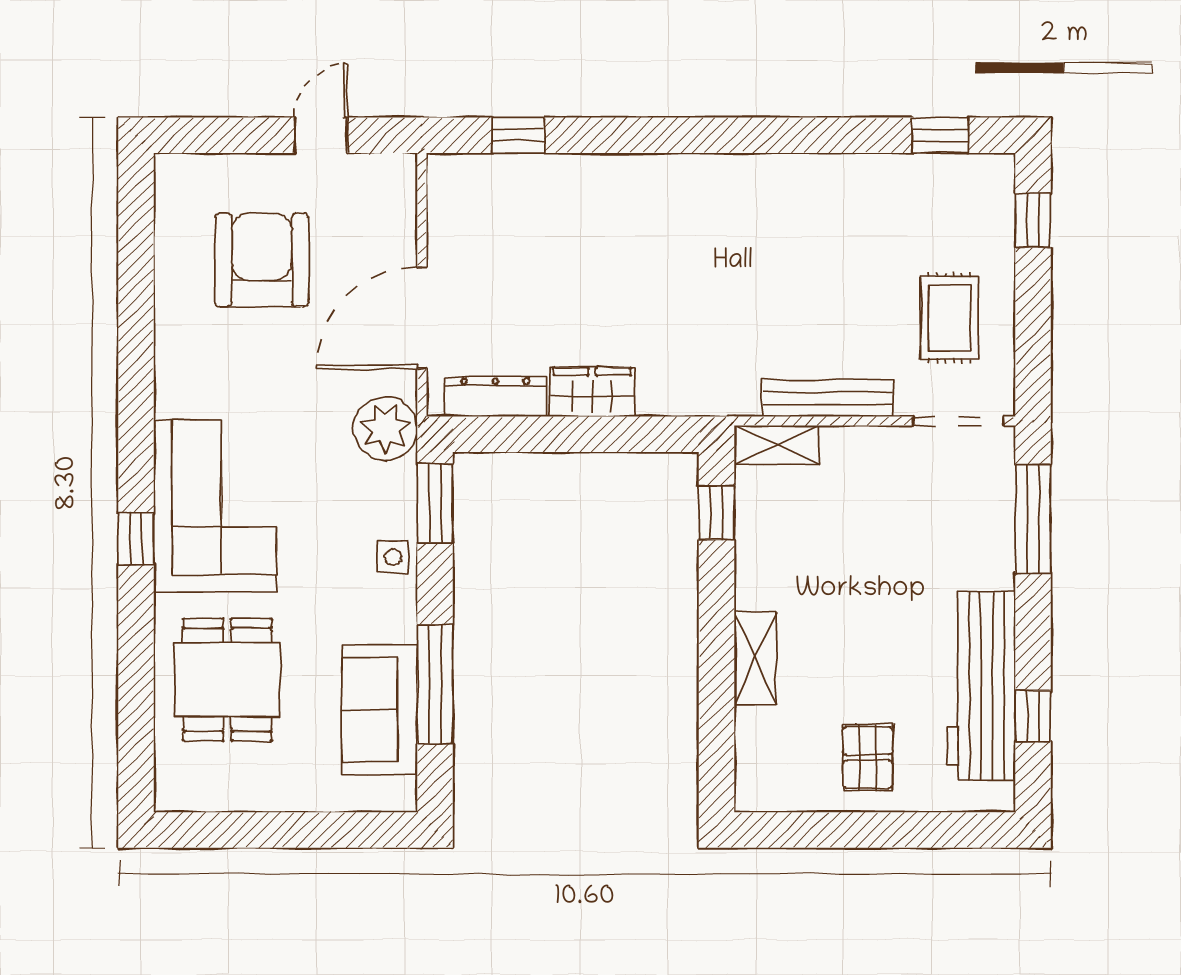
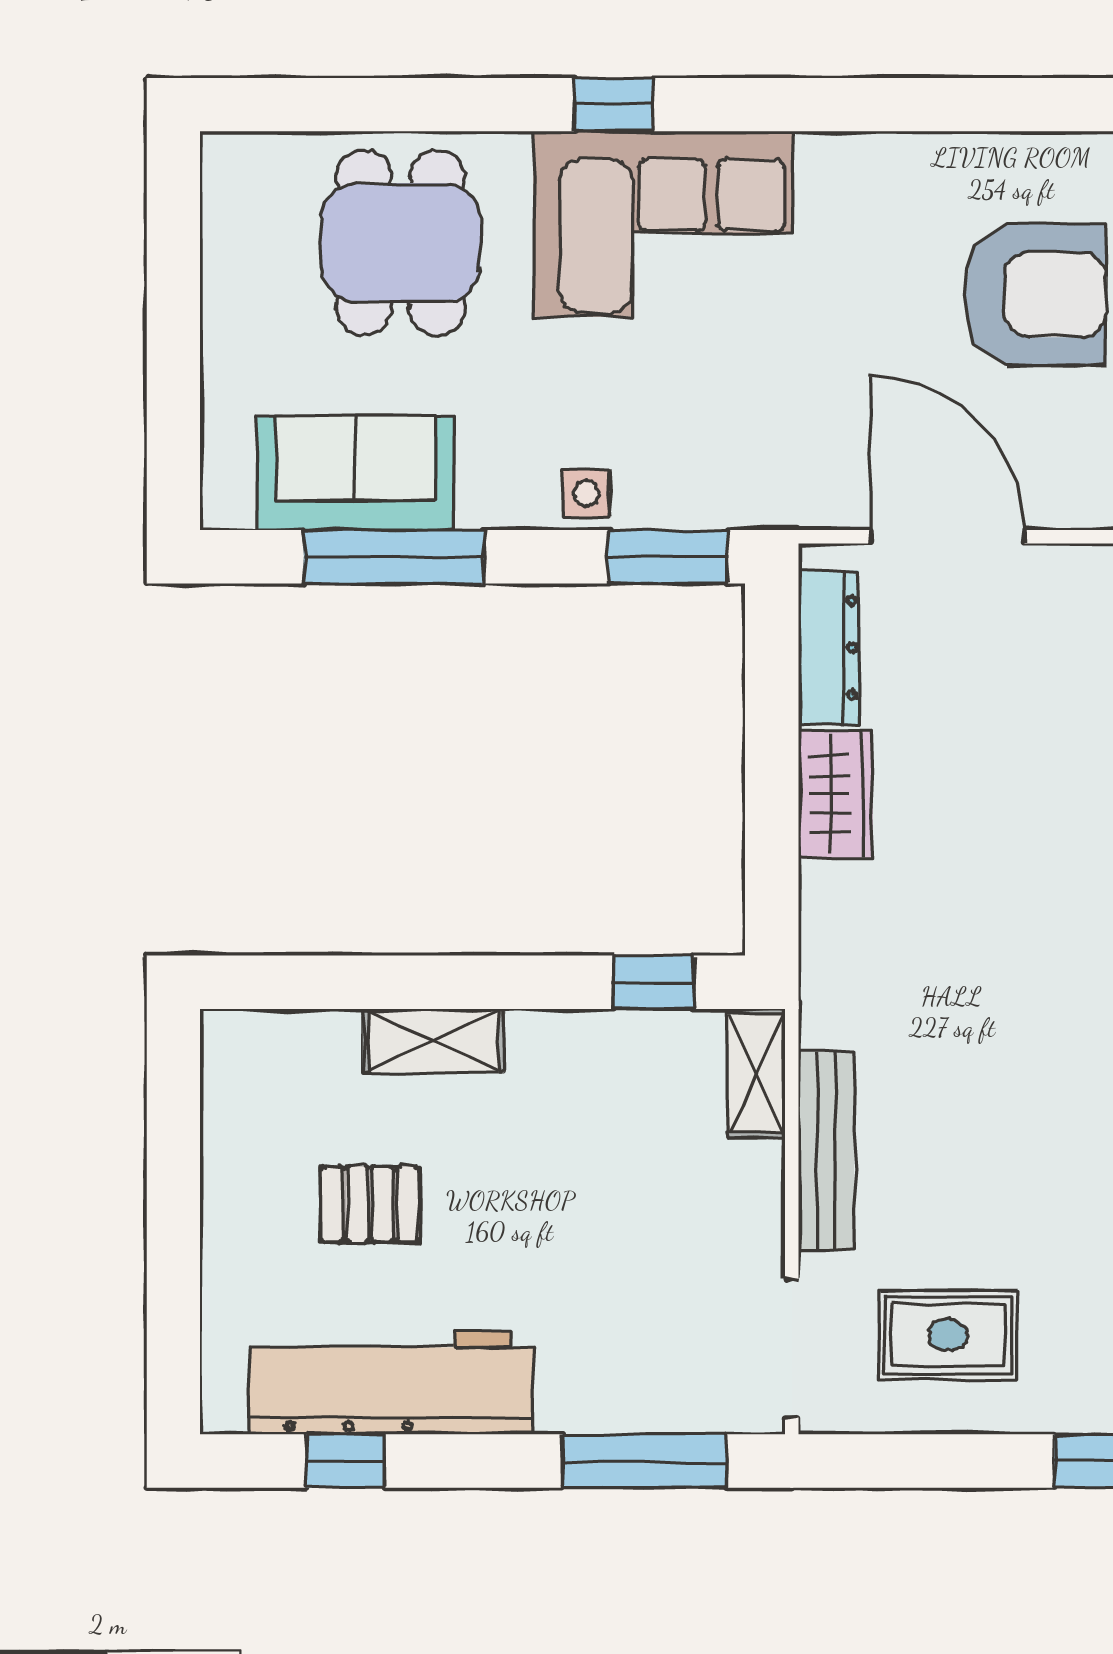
plant: (385, 429) -> (780, 482), removed
dining table: (227, 680) -> (401, 243), turned 90
pallet: (868, 757) -> (370, 1204), moved

